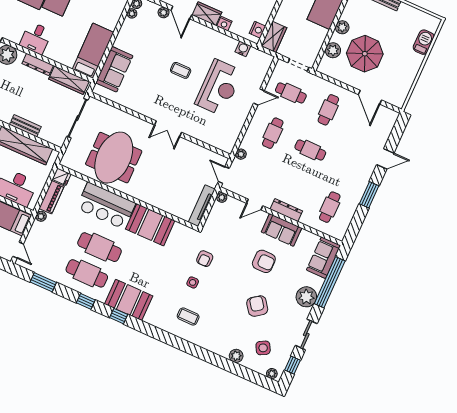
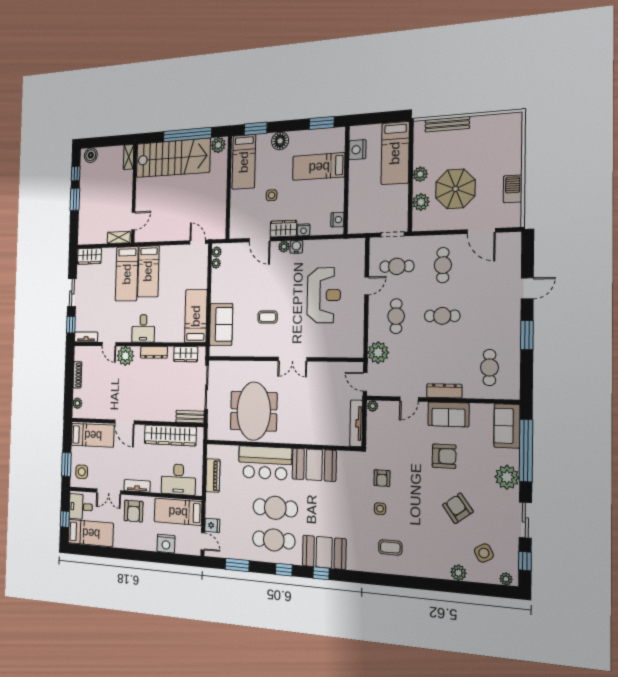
plant: (164, 13) -> (284, 247), moved
wardrobe: (274, 37) -> (356, 219), removed
barbecue: (424, 42) -> (513, 189), moved
water cooler: (243, 49) -> (296, 247), moved
coffee table: (181, 70) -> (268, 317), moved
wardrobe: (69, 80) -> (186, 354), width x0.67
bench: (25, 126) -> (190, 417), moved
plant: (241, 154) -> (378, 353), width x1.88, depth x1.88
fridge: (62, 177) -> (212, 525), moved
plant: (41, 216) -> (211, 499), removed

